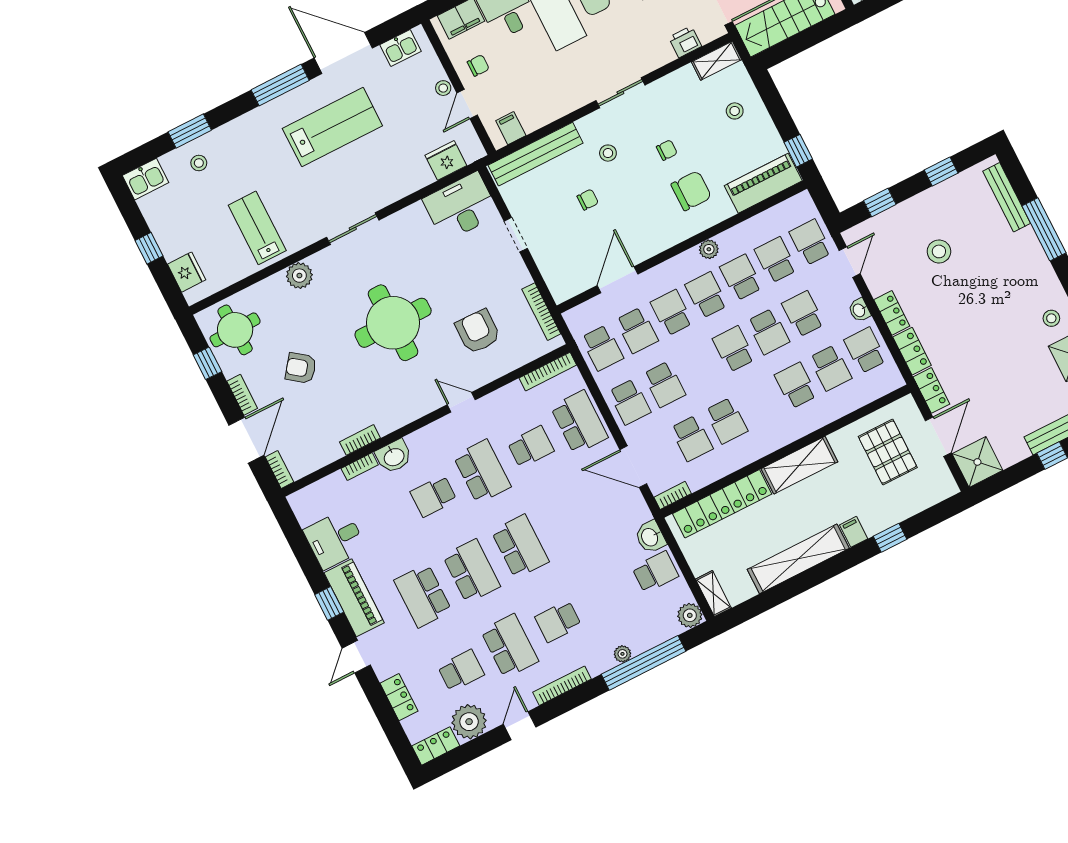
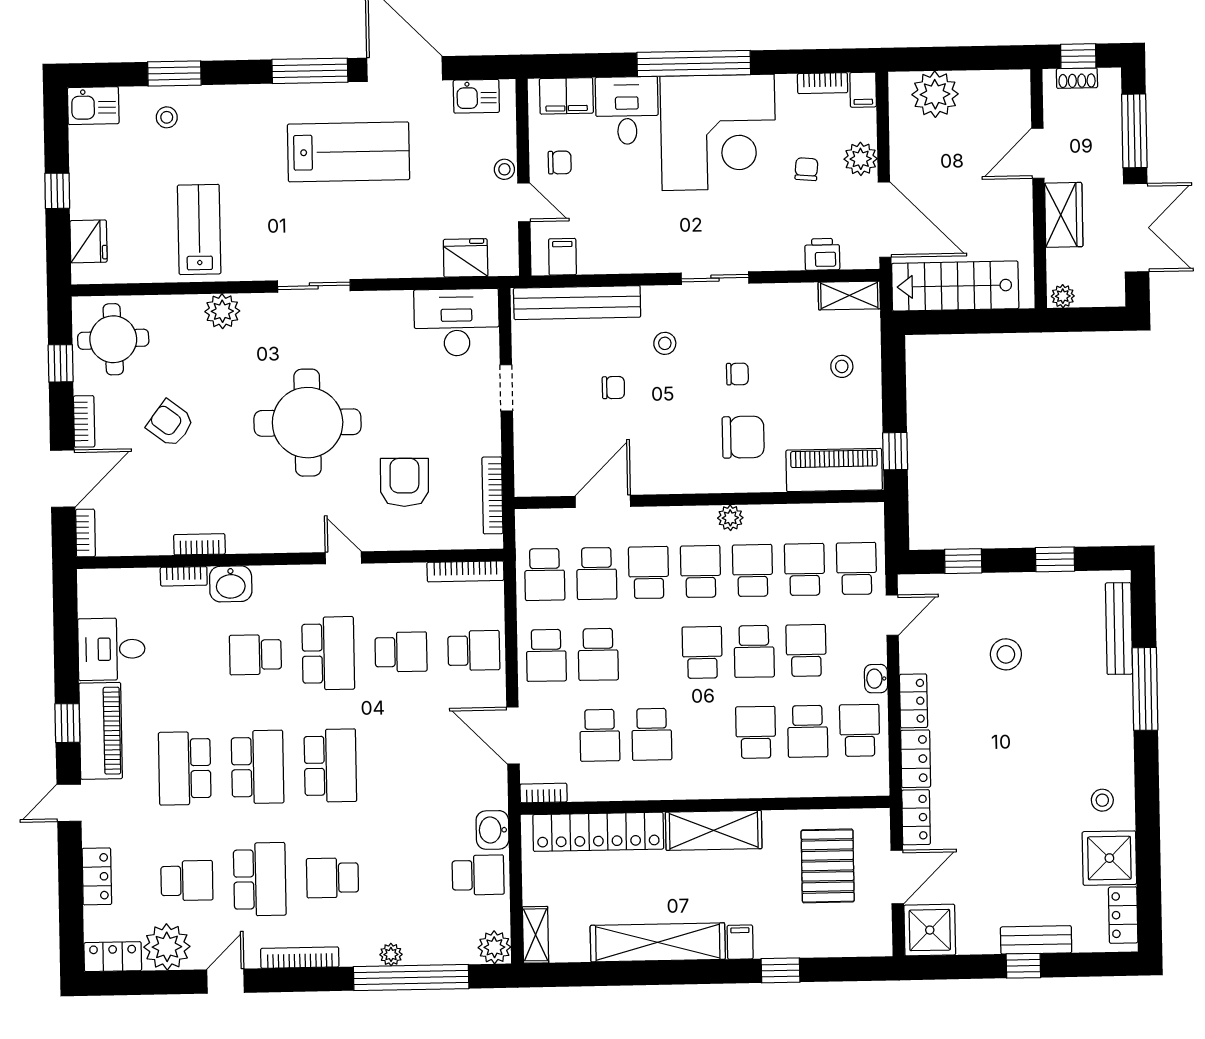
door: (467, 104) -> (524, 202), swing flipped
school desk: (579, 422) -> (474, 650), width x0.54

